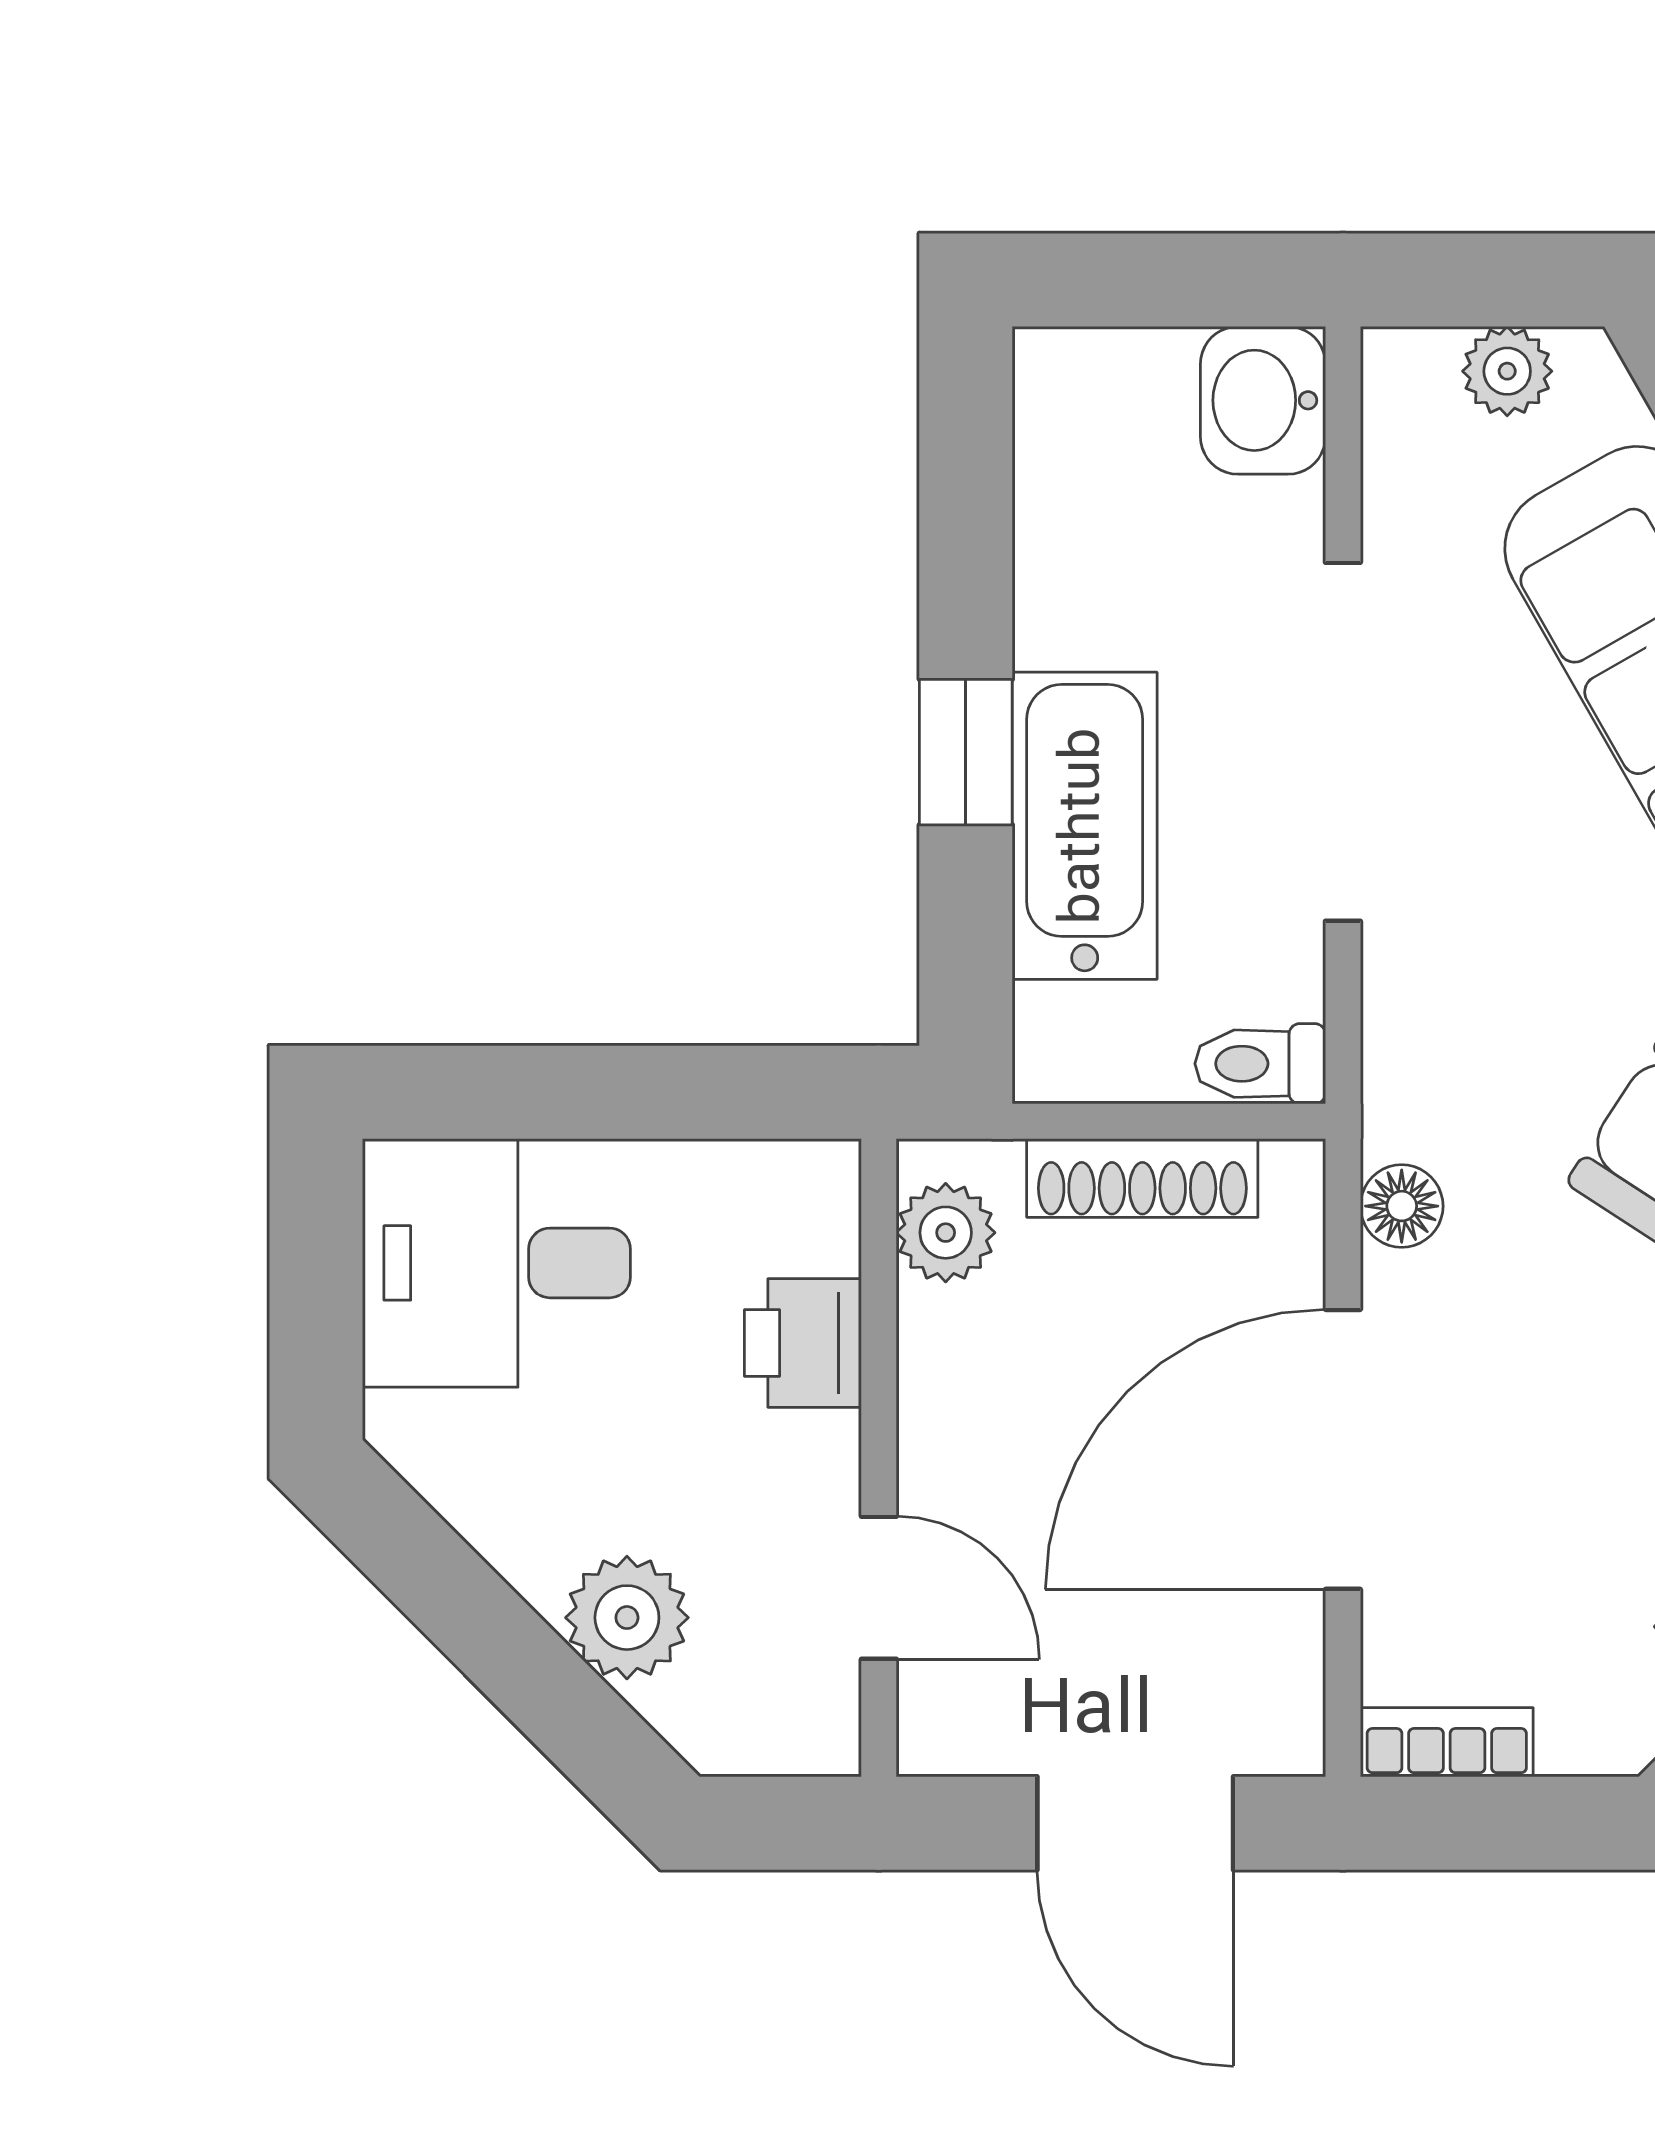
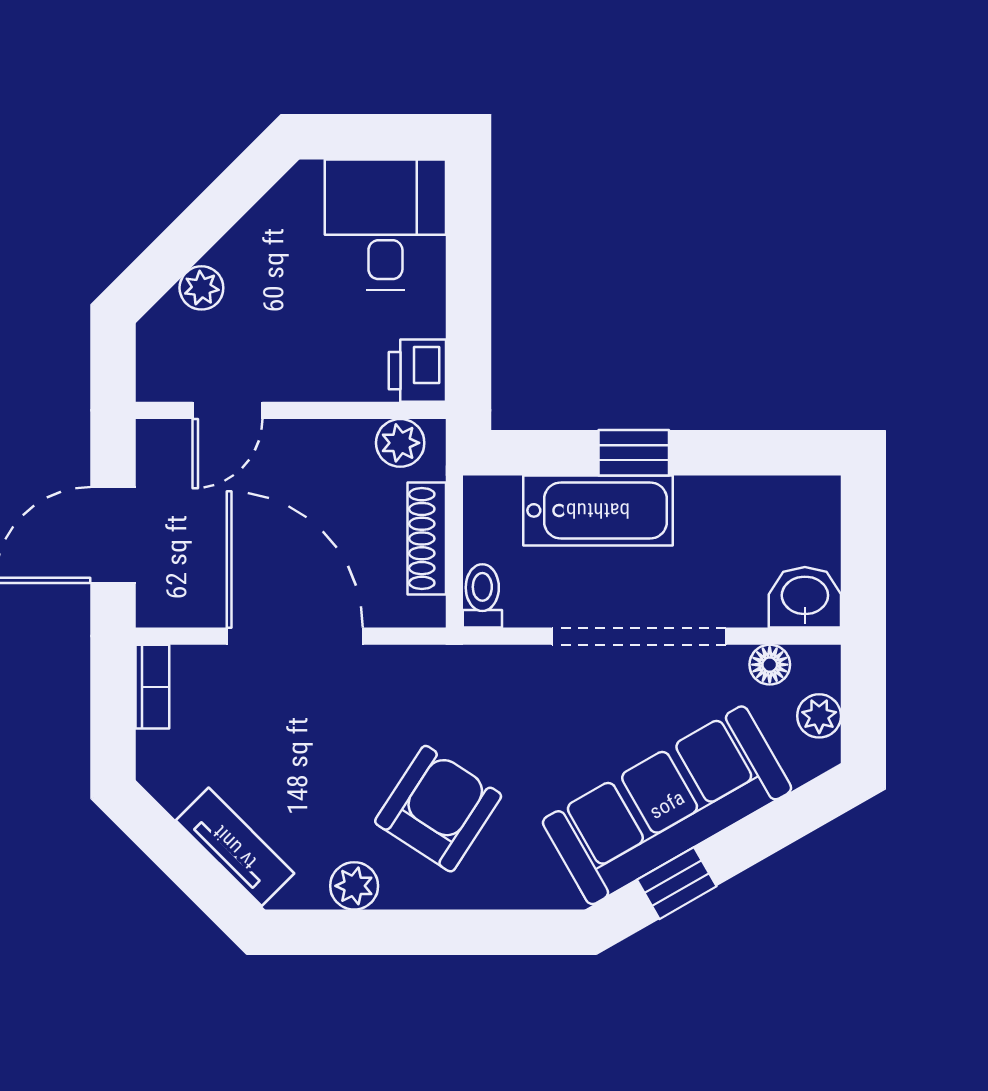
floor lamp: (1402, 1206) -> (770, 665), moved
printer: (803, 1343) -> (417, 371), moved, turned -90
plant: (627, 1618) -> (201, 288), width x0.73, depth x0.73

